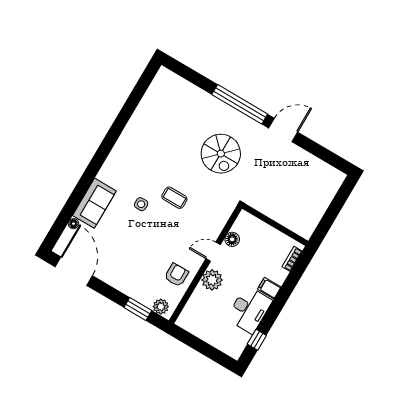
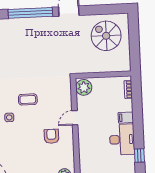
spiral stairs: (221, 154) -> (106, 36), moved, turned 180
floor lamp: (232, 239) -> (82, 102), removed
armchair: (176, 275) -> (51, 136), moved
plant: (212, 280) -> (84, 87), moved

